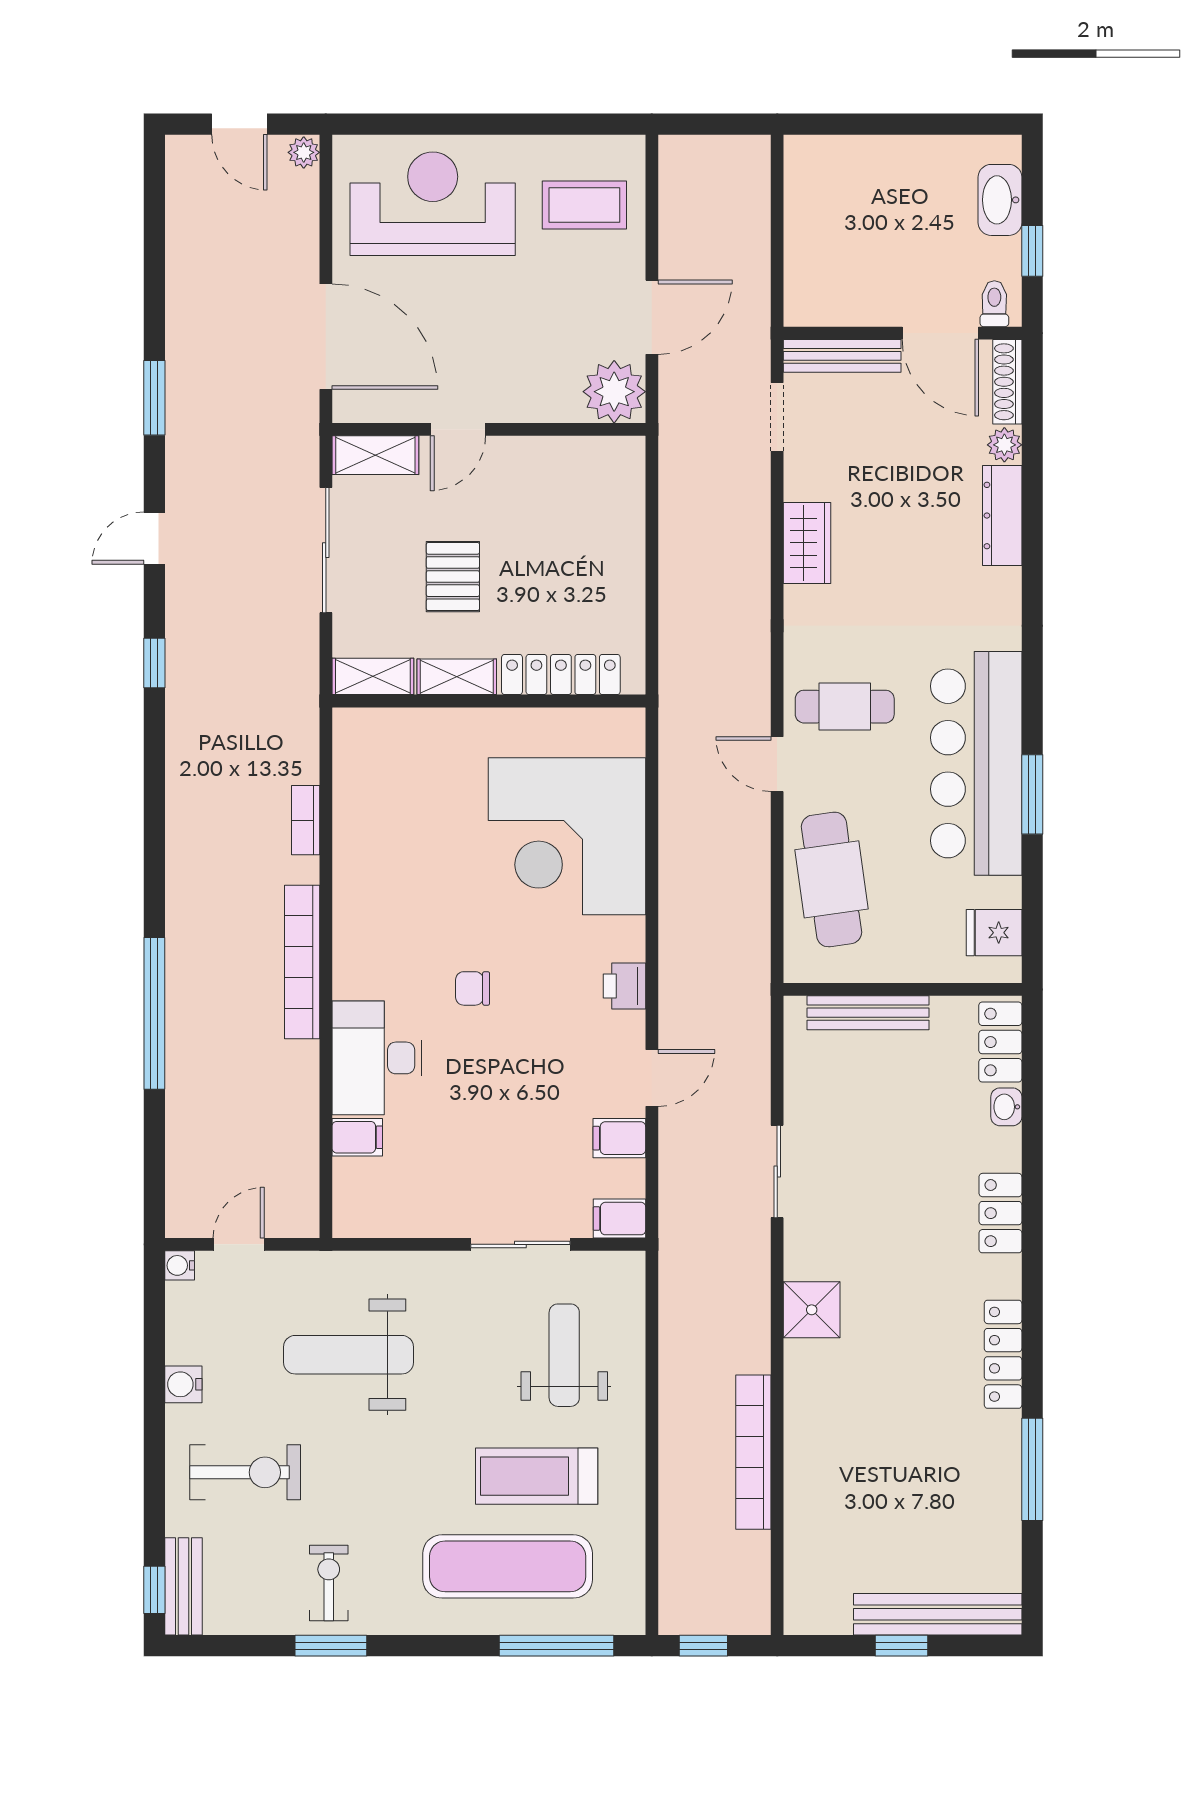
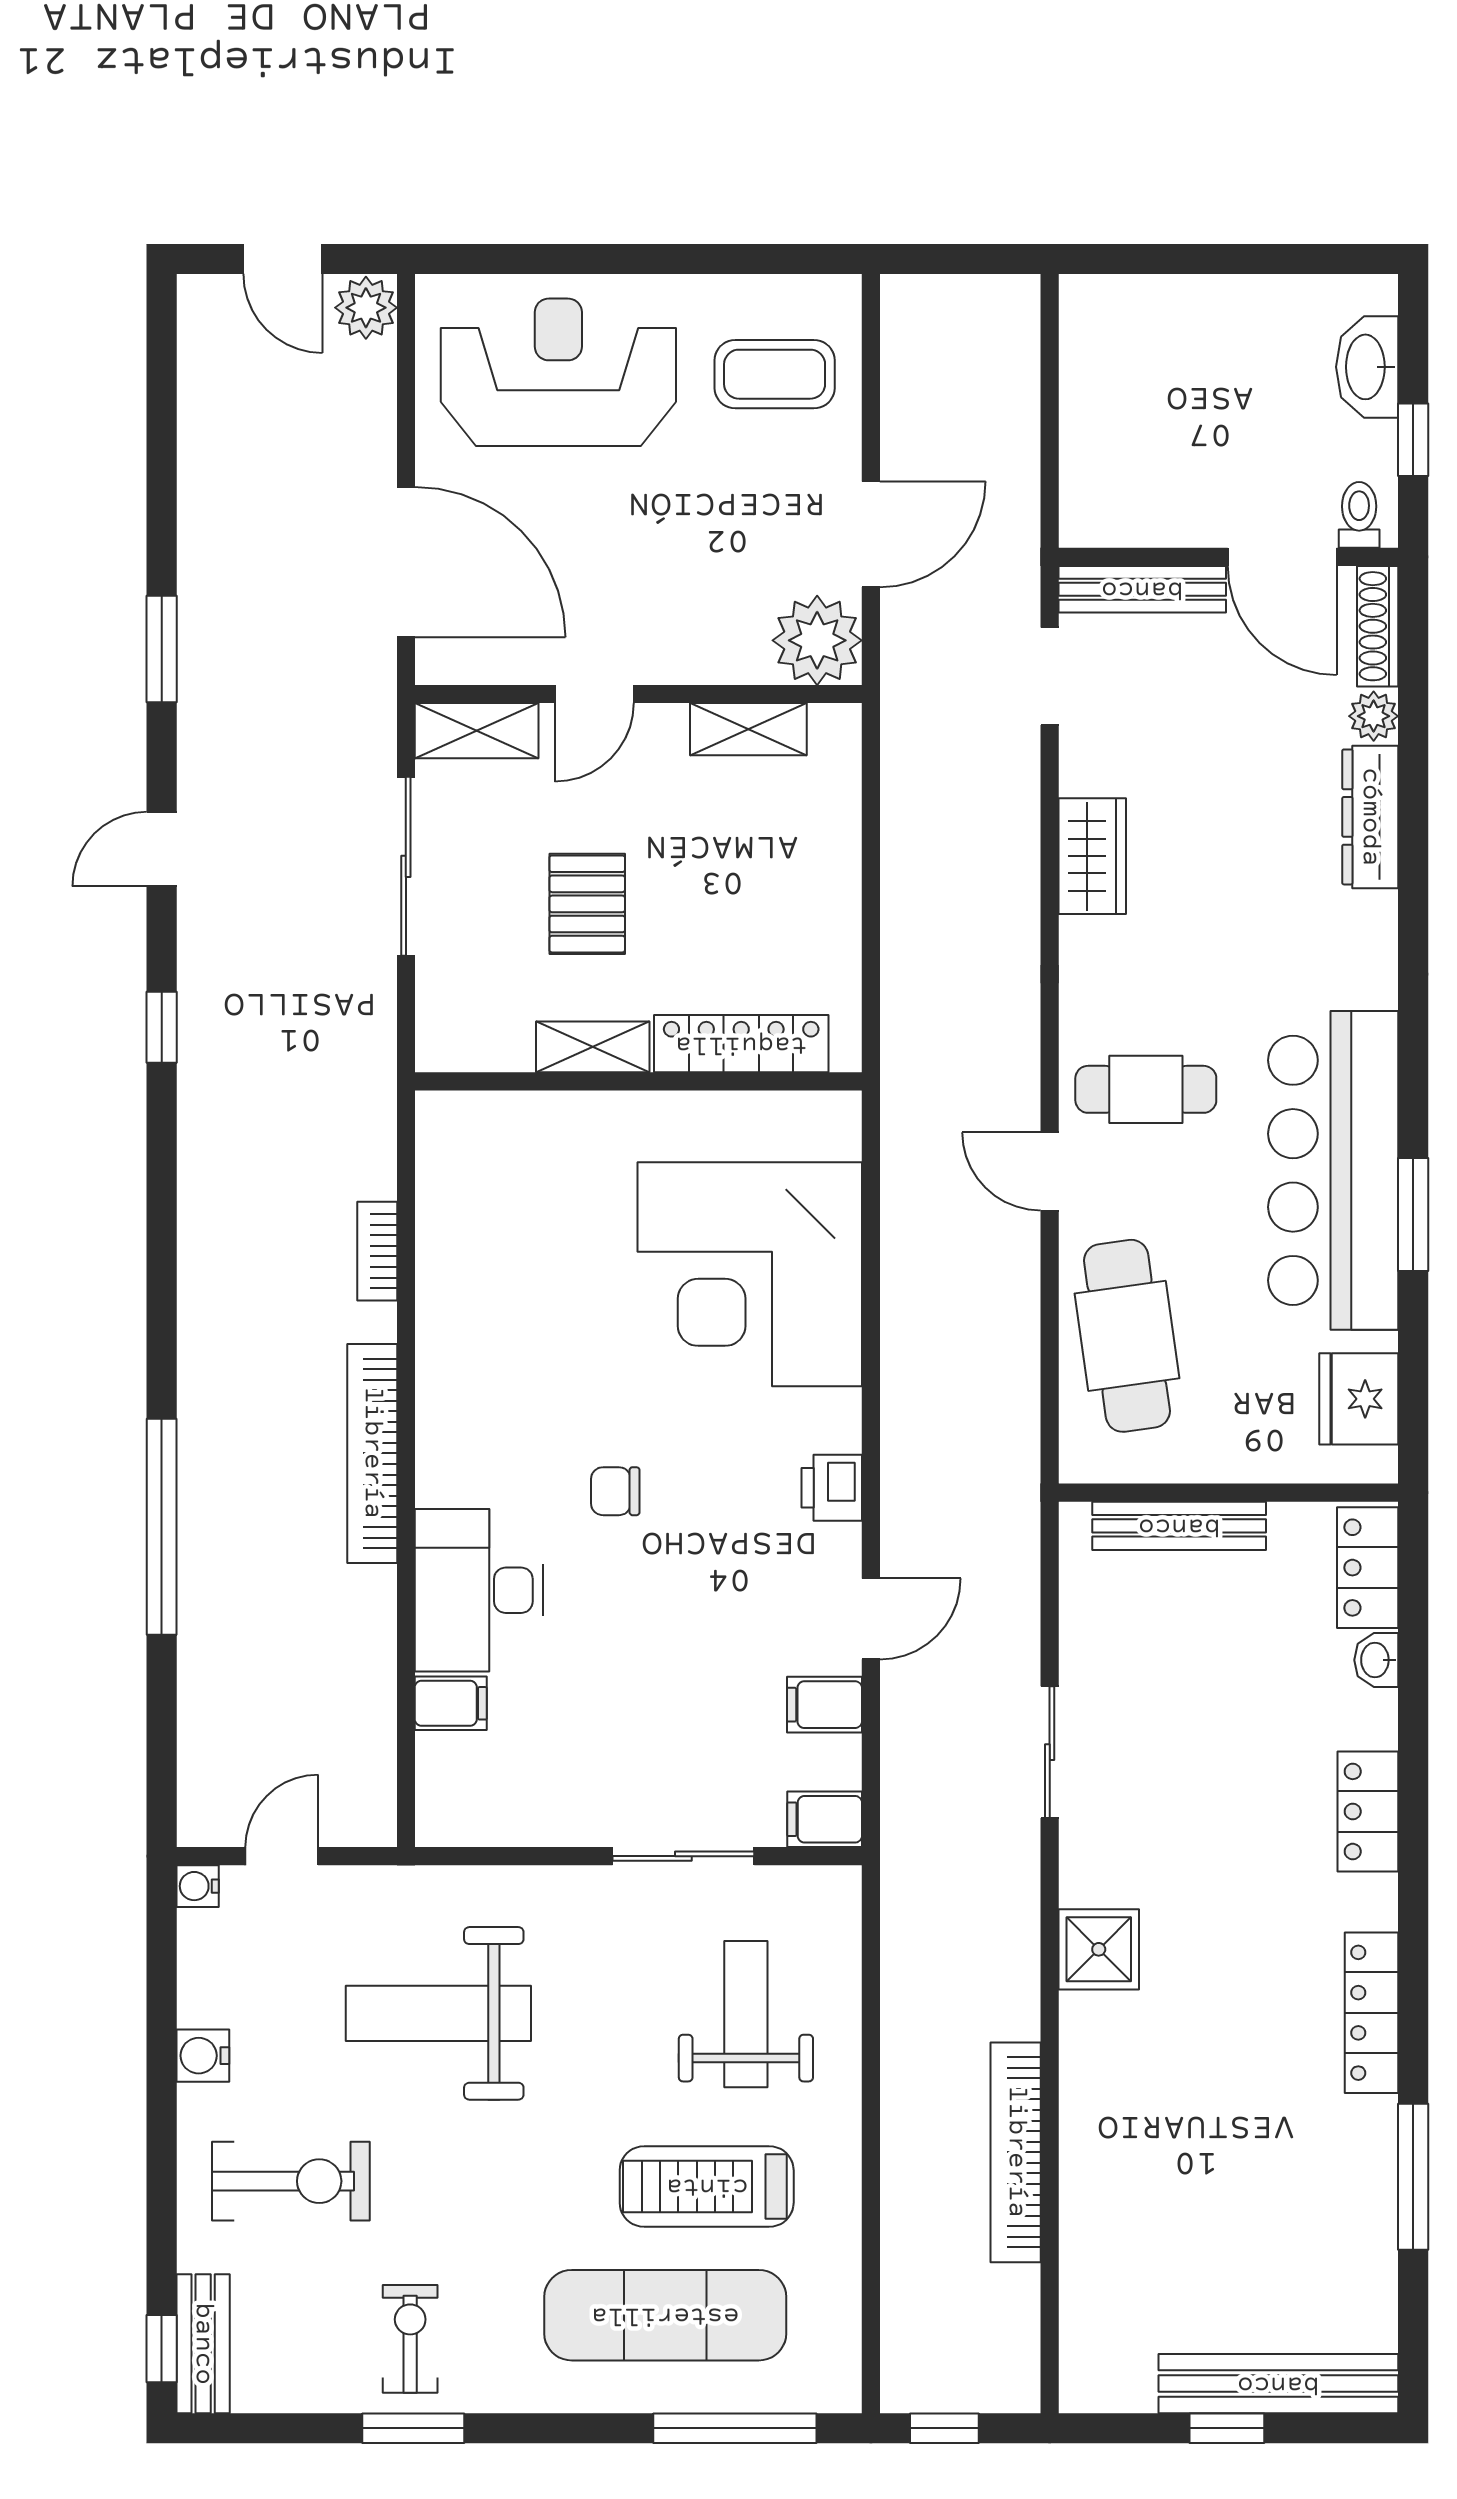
plant: (304, 152) -> (366, 308), width x1.38, depth x1.38
shelving: (373, 676) -> (748, 729), moved
fridge: (994, 933) -> (1359, 1399), width x1.38

